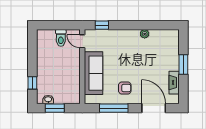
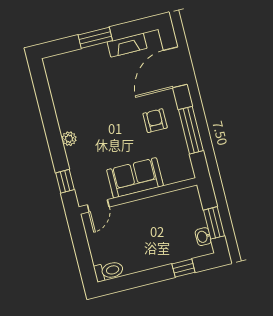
plant: (145, 34) -> (69, 139), moved
toilet: (61, 38) -> (109, 271), moved
sofa: (94, 73) -> (135, 178), width x0.73

